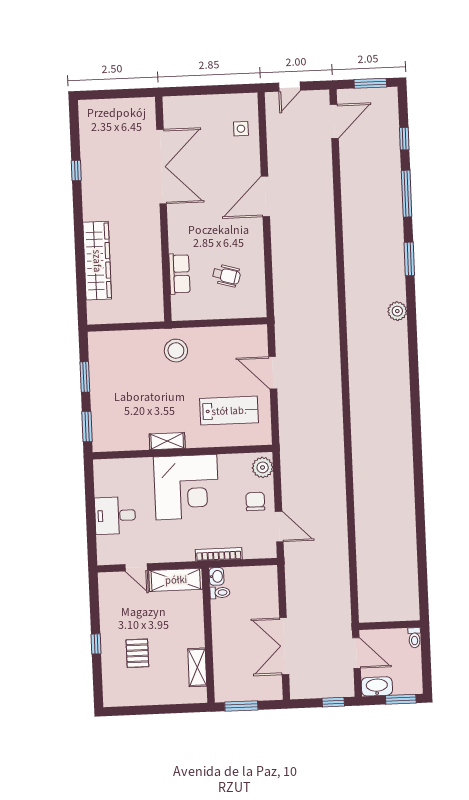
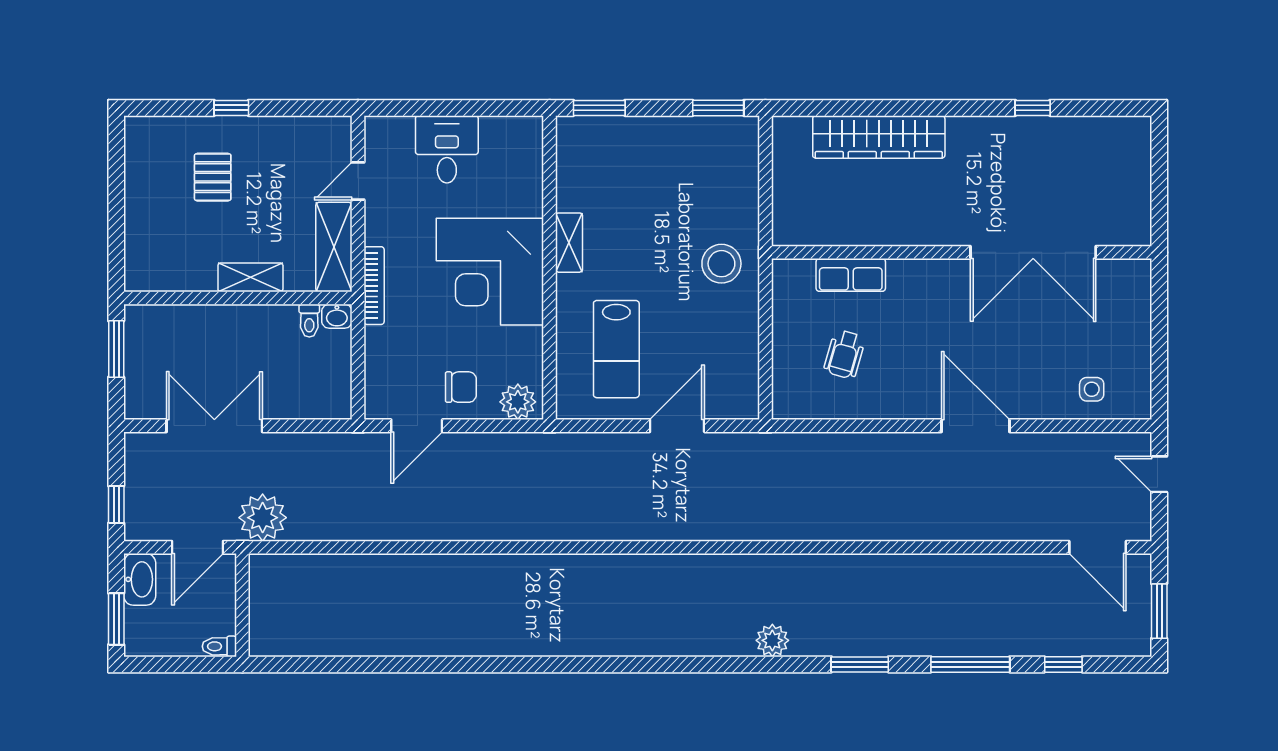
window: (85, 377) -> (718, 108), moved
bookcase: (219, 554) -> (374, 286), moved
plant: (337, 615) -> (263, 518), added
pallet: (137, 653) -> (213, 177), turned 90
shelving: (197, 667) -> (250, 277), moved

